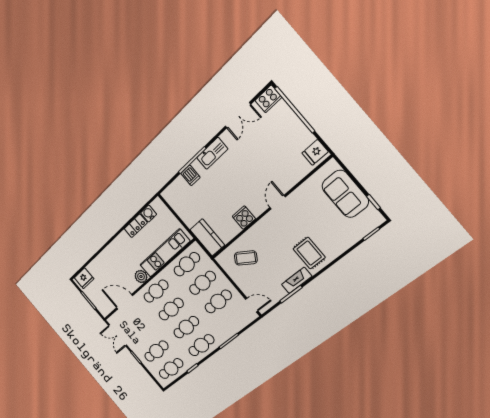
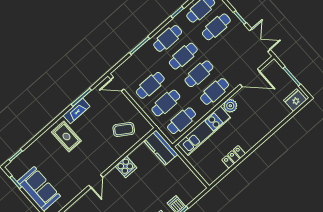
water cooler: (149, 214) -> (220, 169), removed

